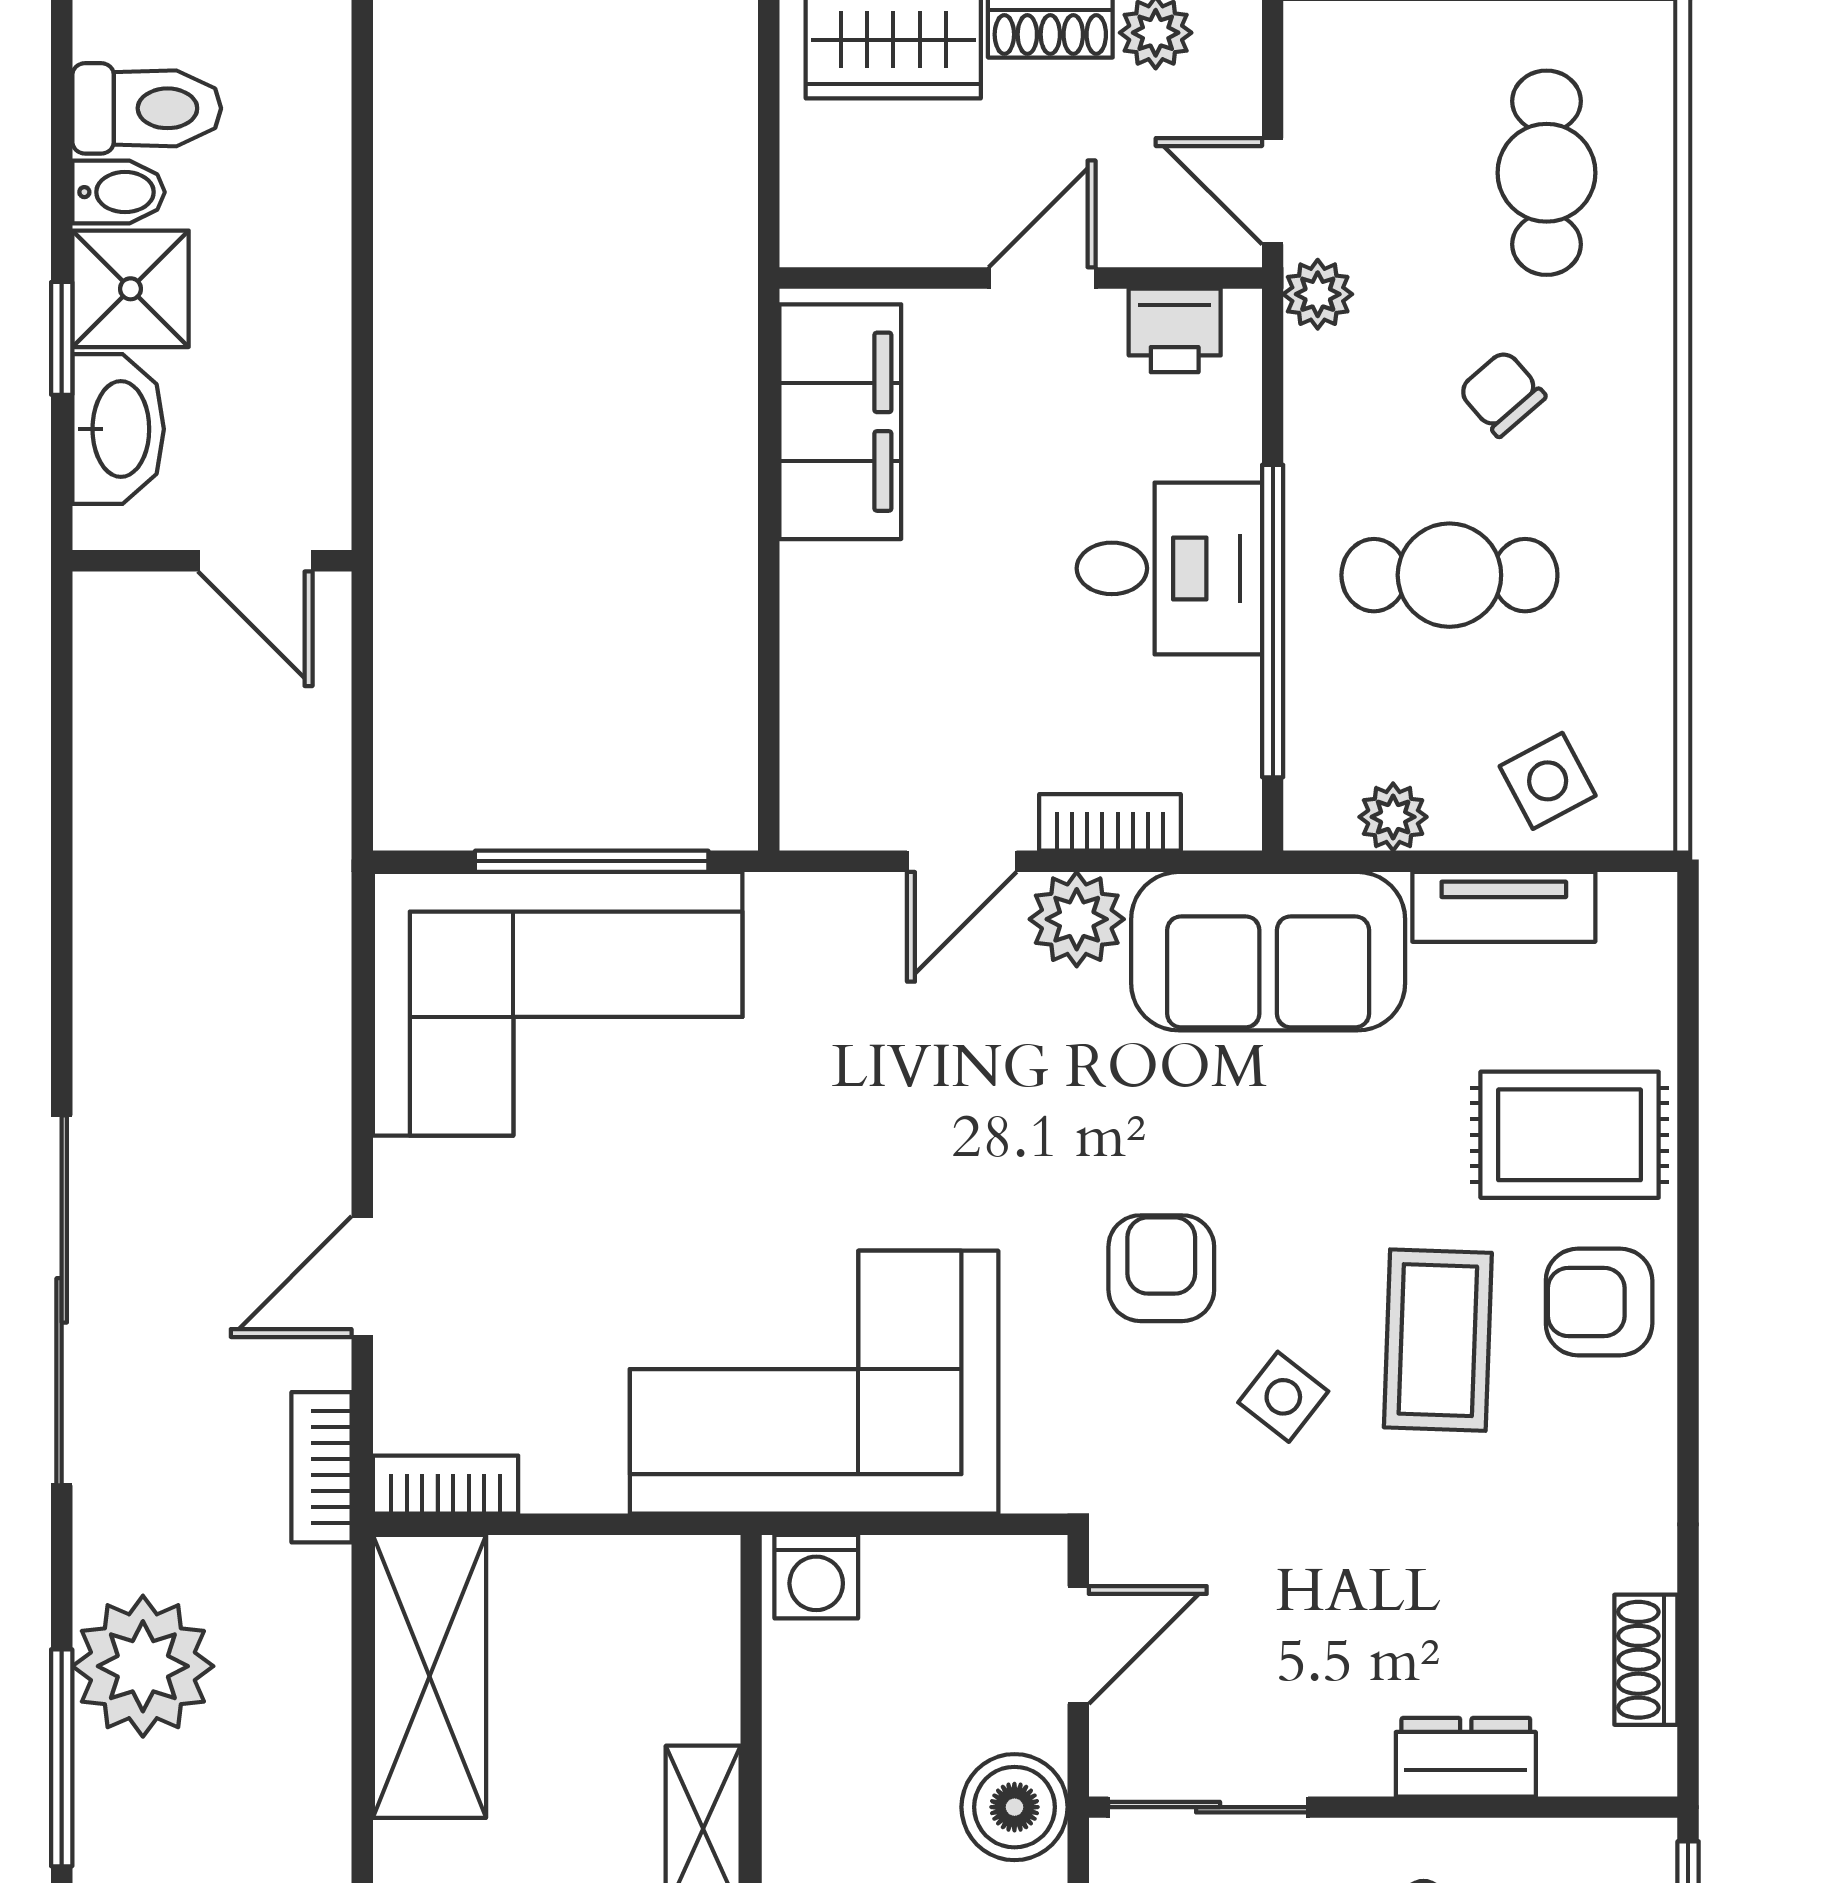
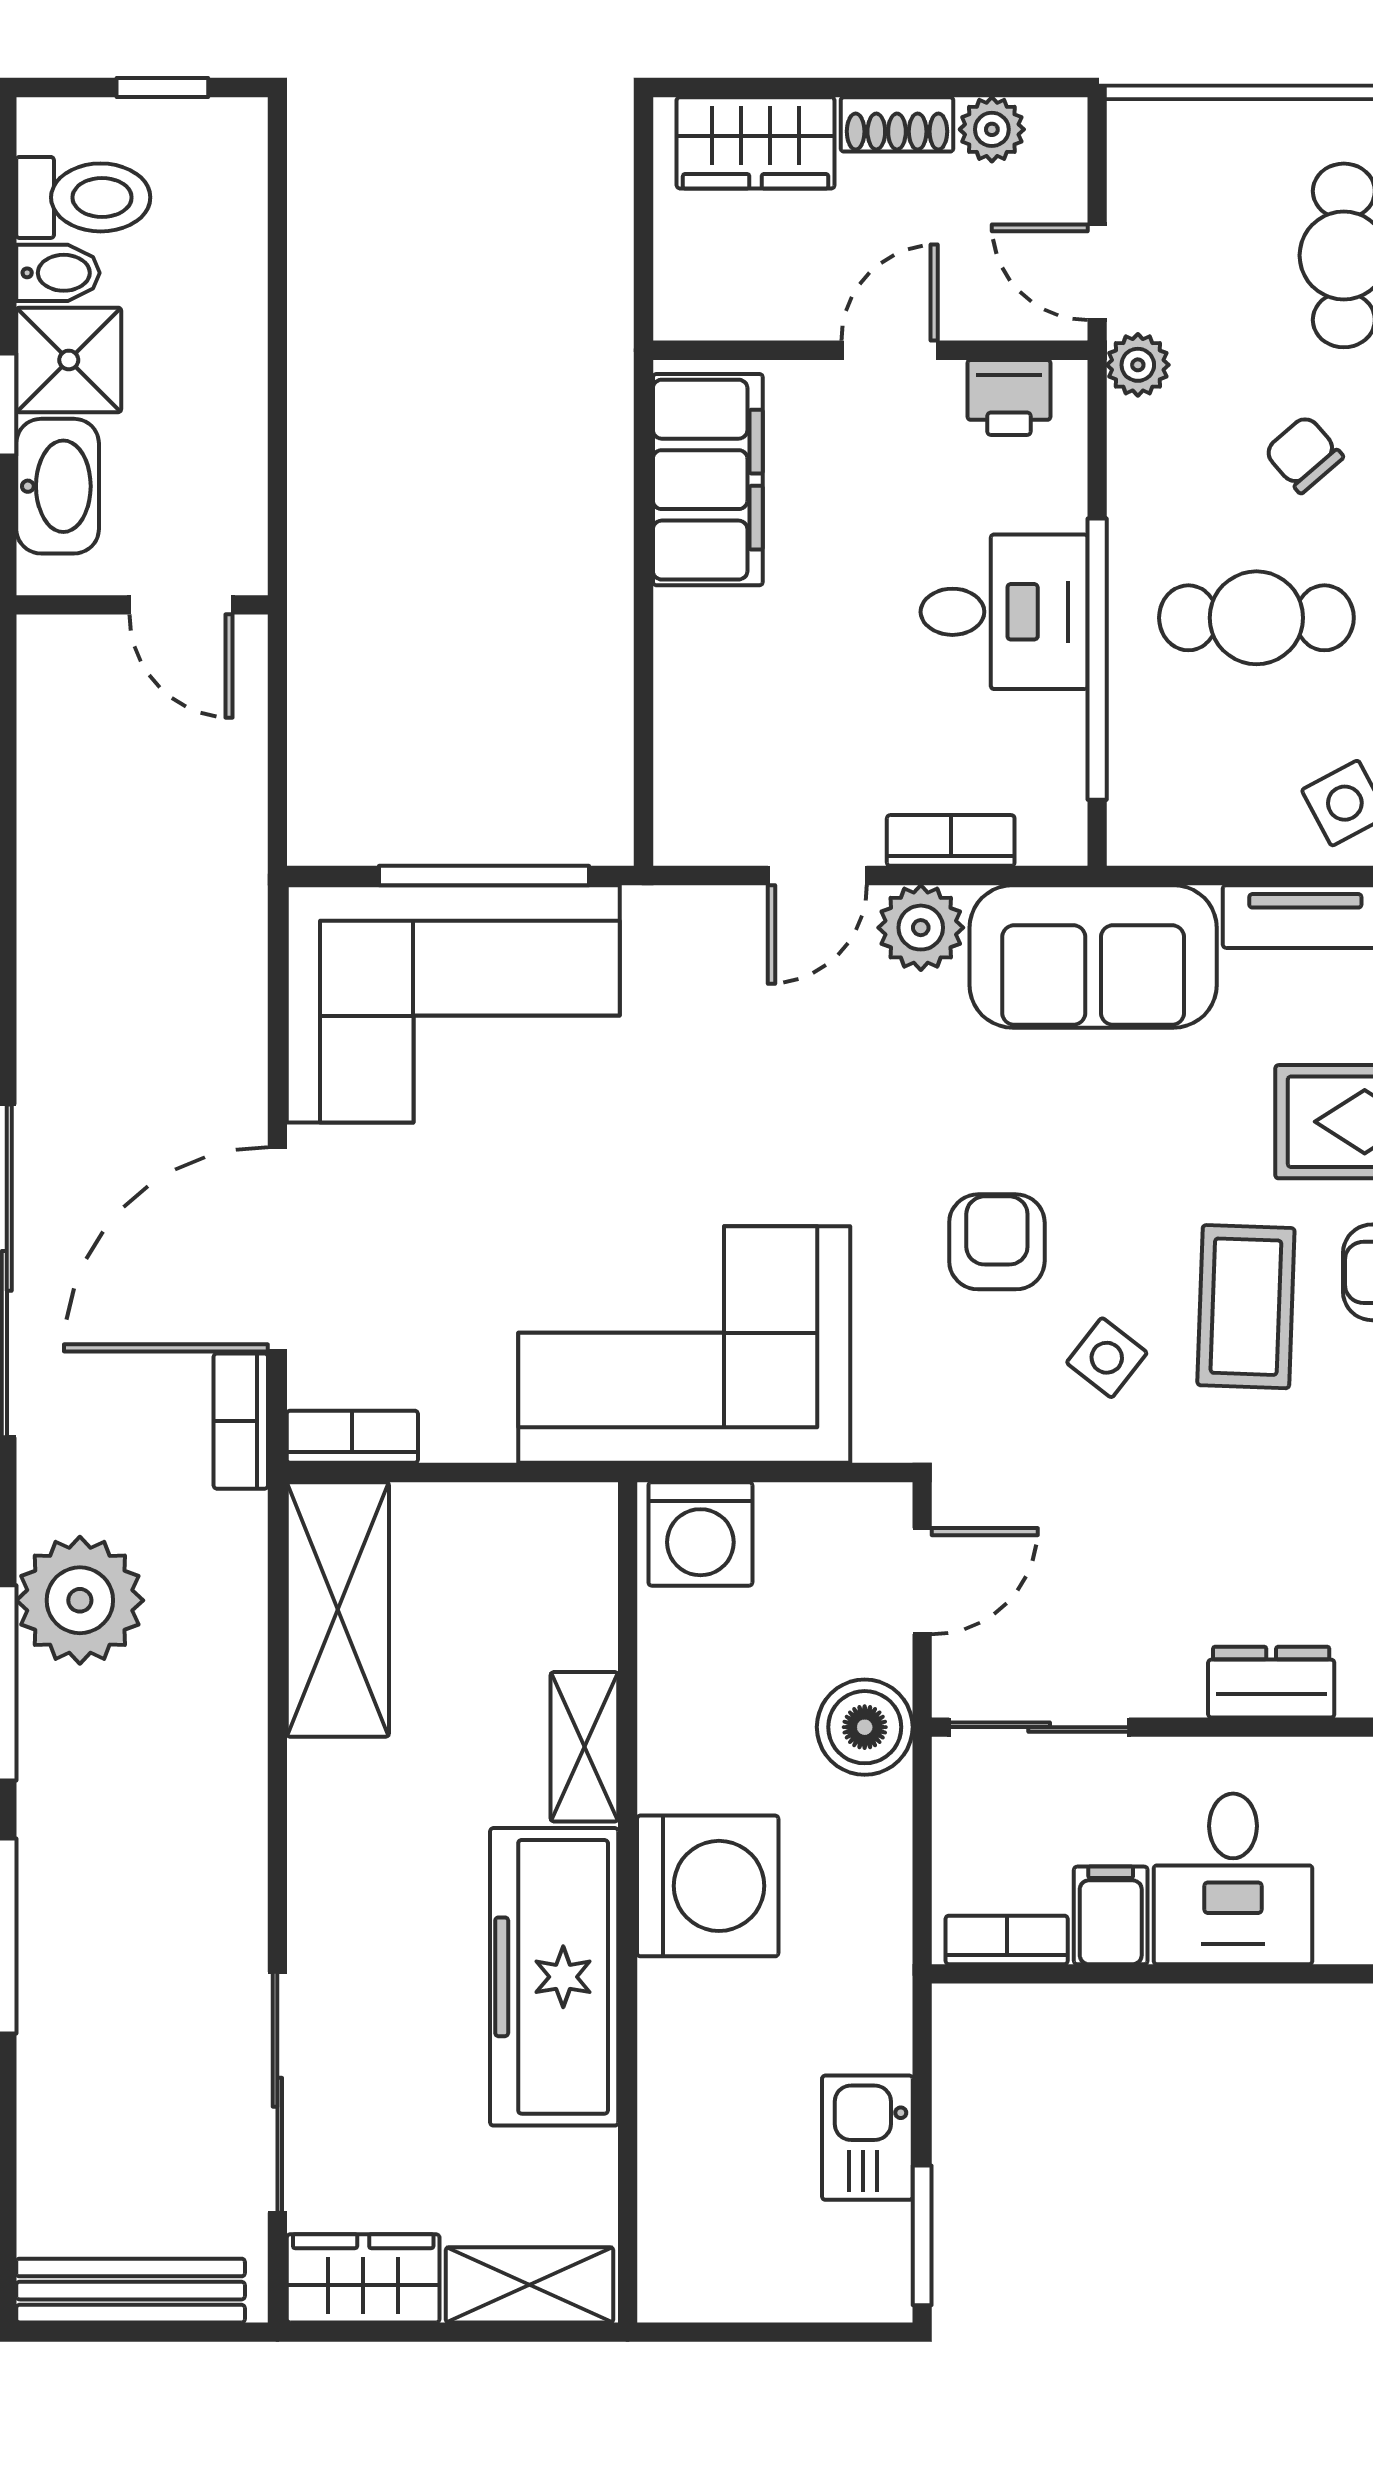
plant: (1393, 817) -> (1206, 836), removed
door: (362, 1277) -> (277, 1249), width x1.88
washing machine: (816, 1577) -> (700, 1534), width x1.38, depth x1.38

